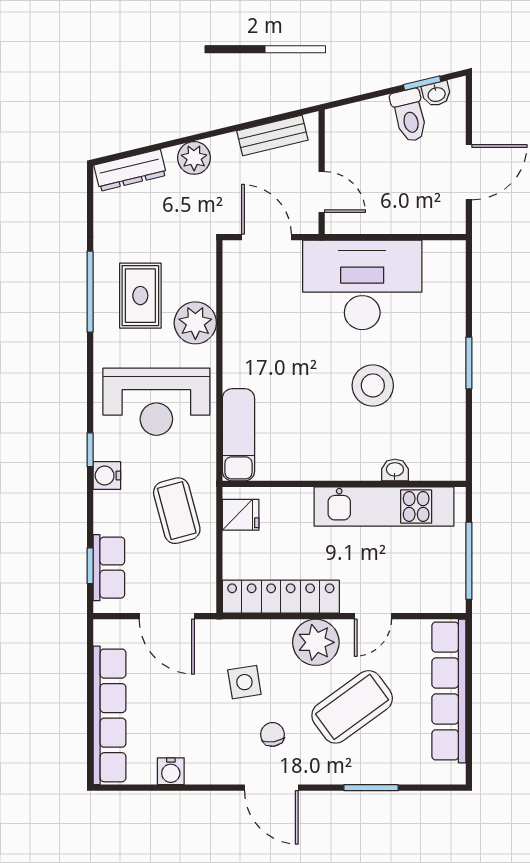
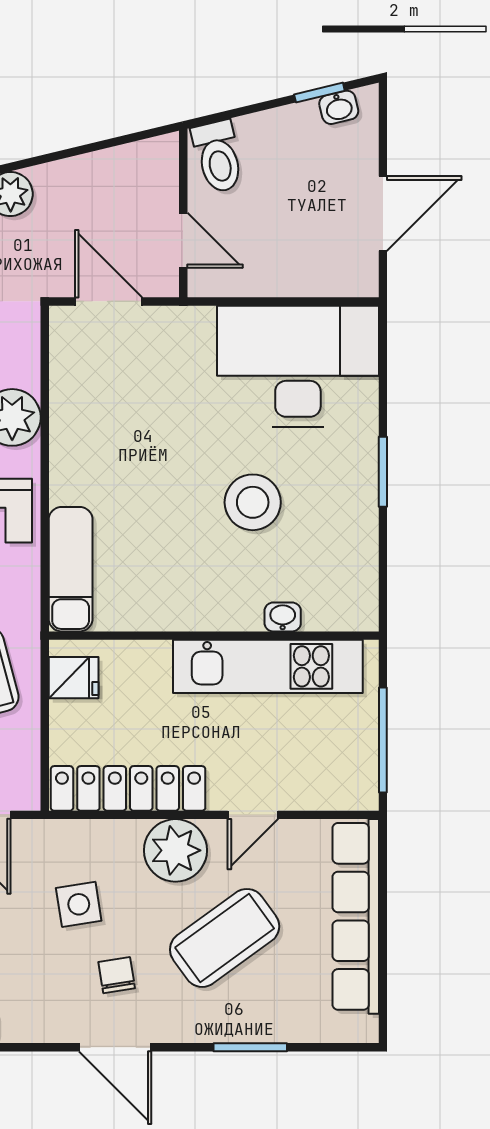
toilet: (409, 115) -> (218, 157), moved
bench: (272, 135) -> (117, 164), removed
desk: (362, 285) -> (298, 366), moved

